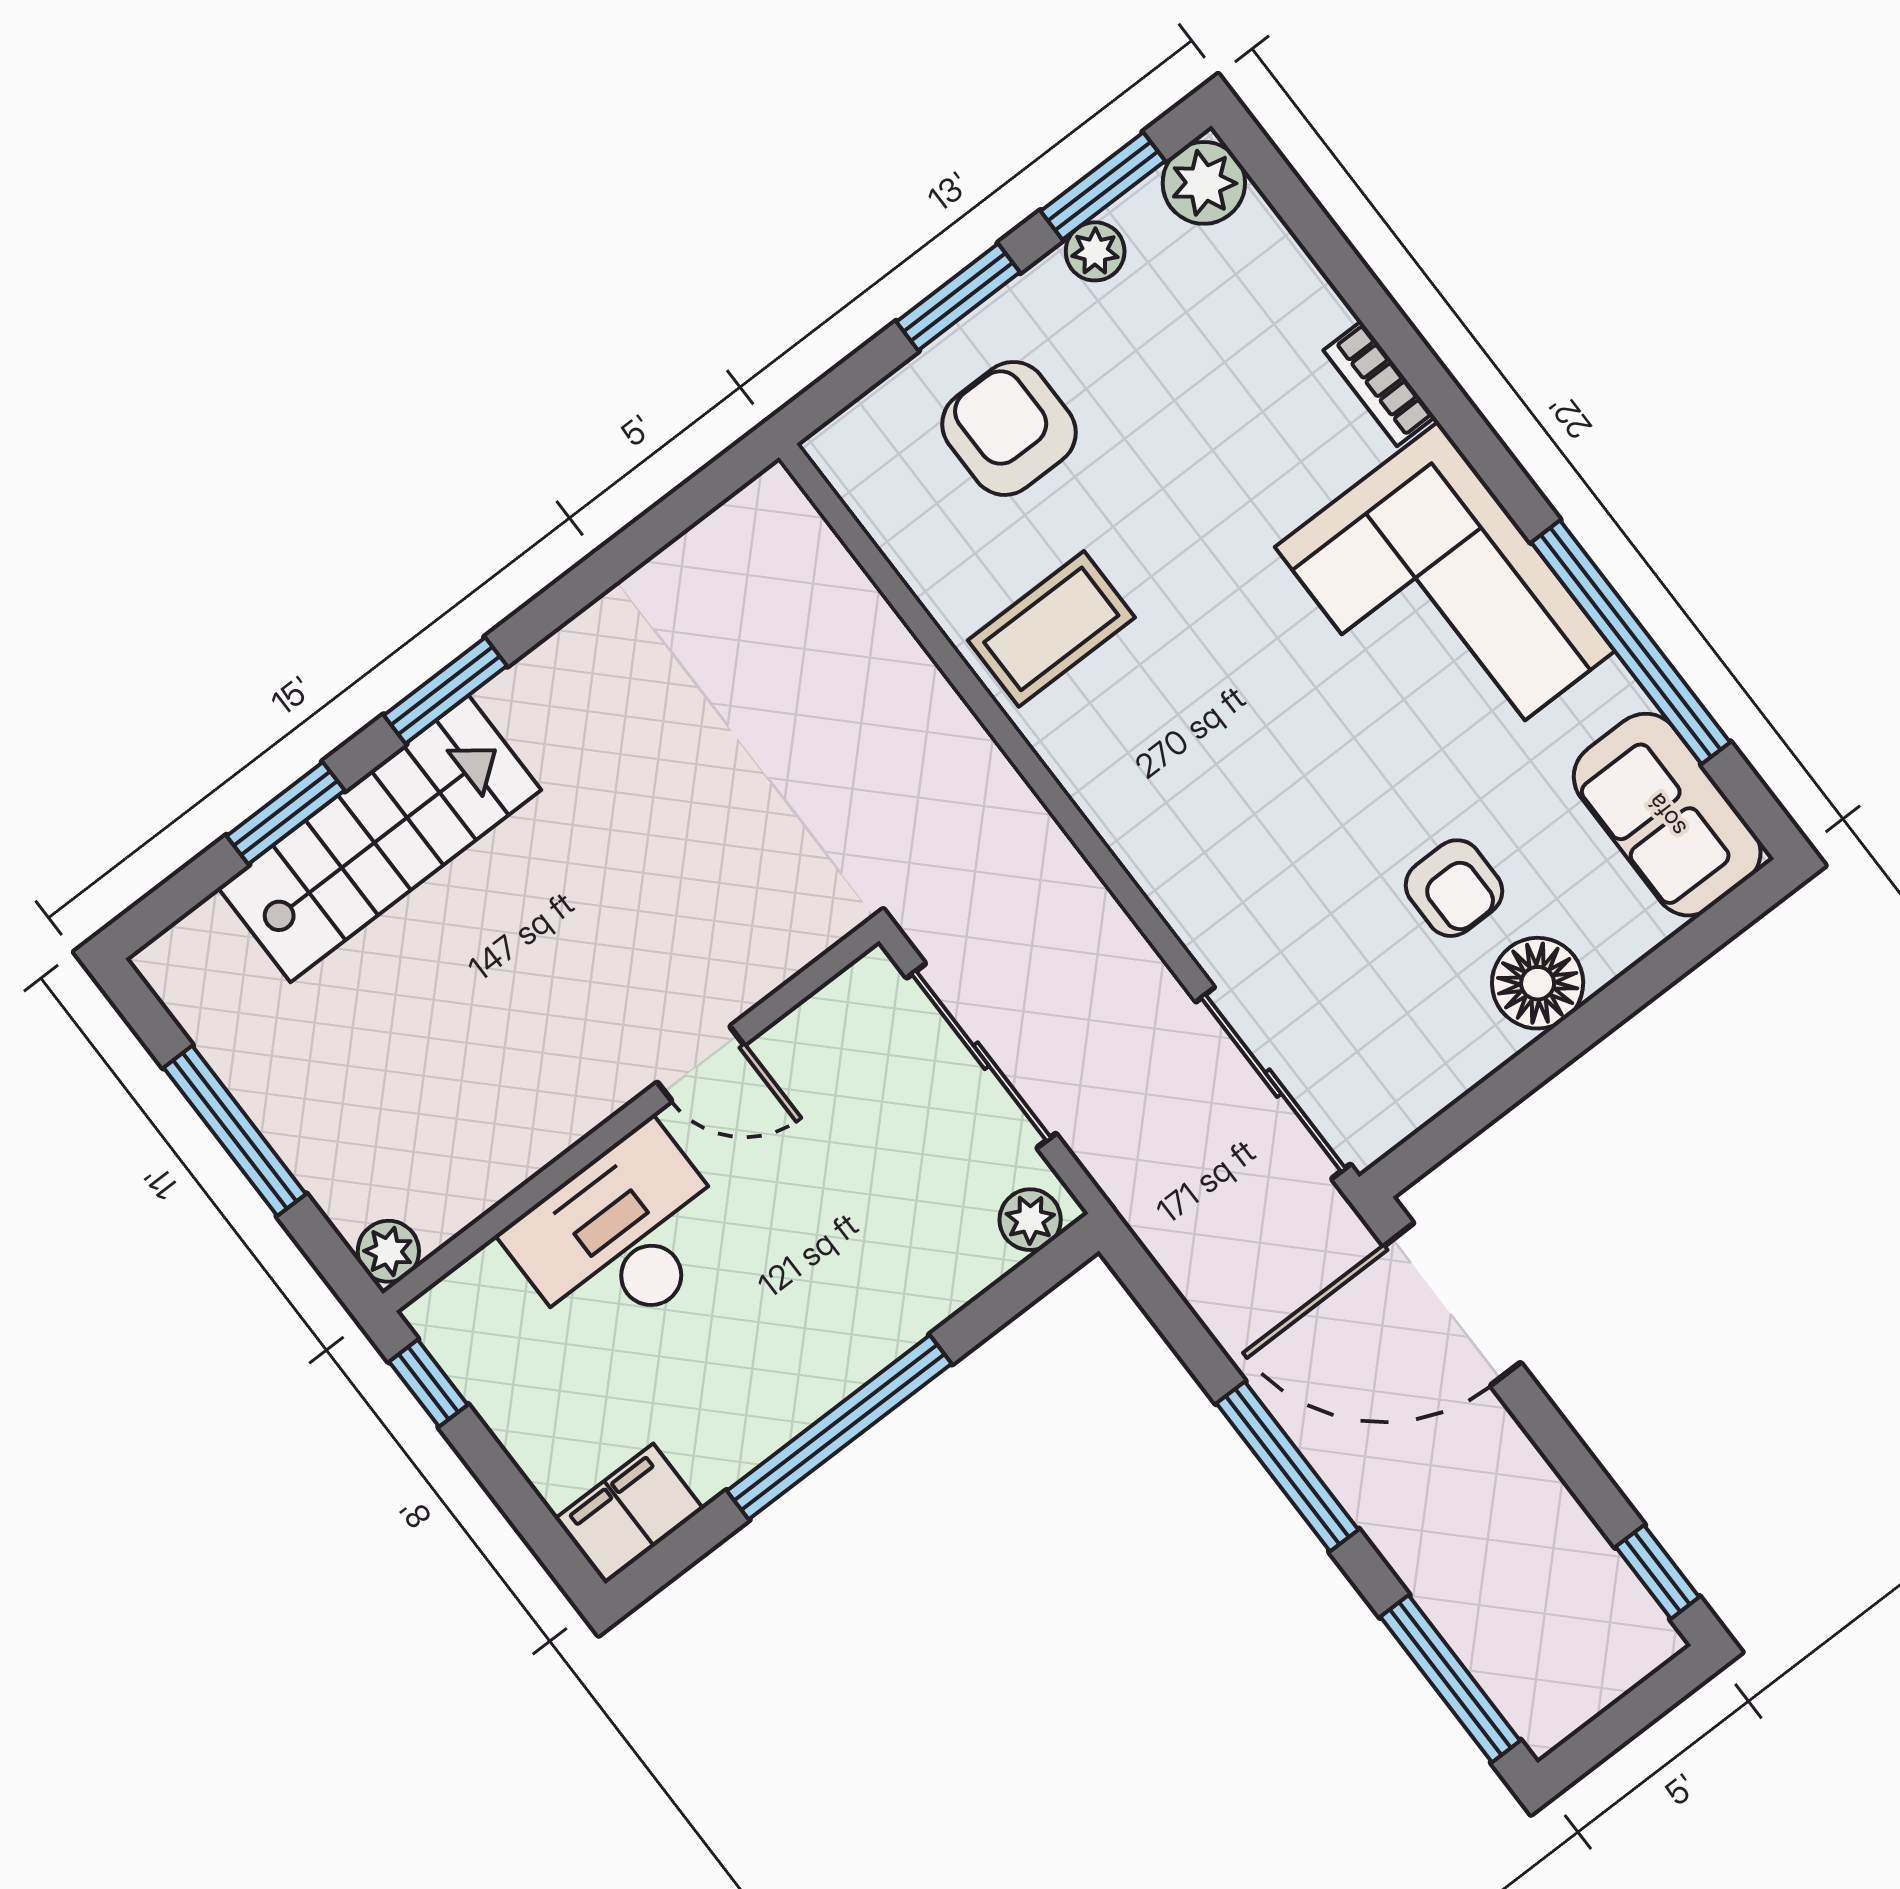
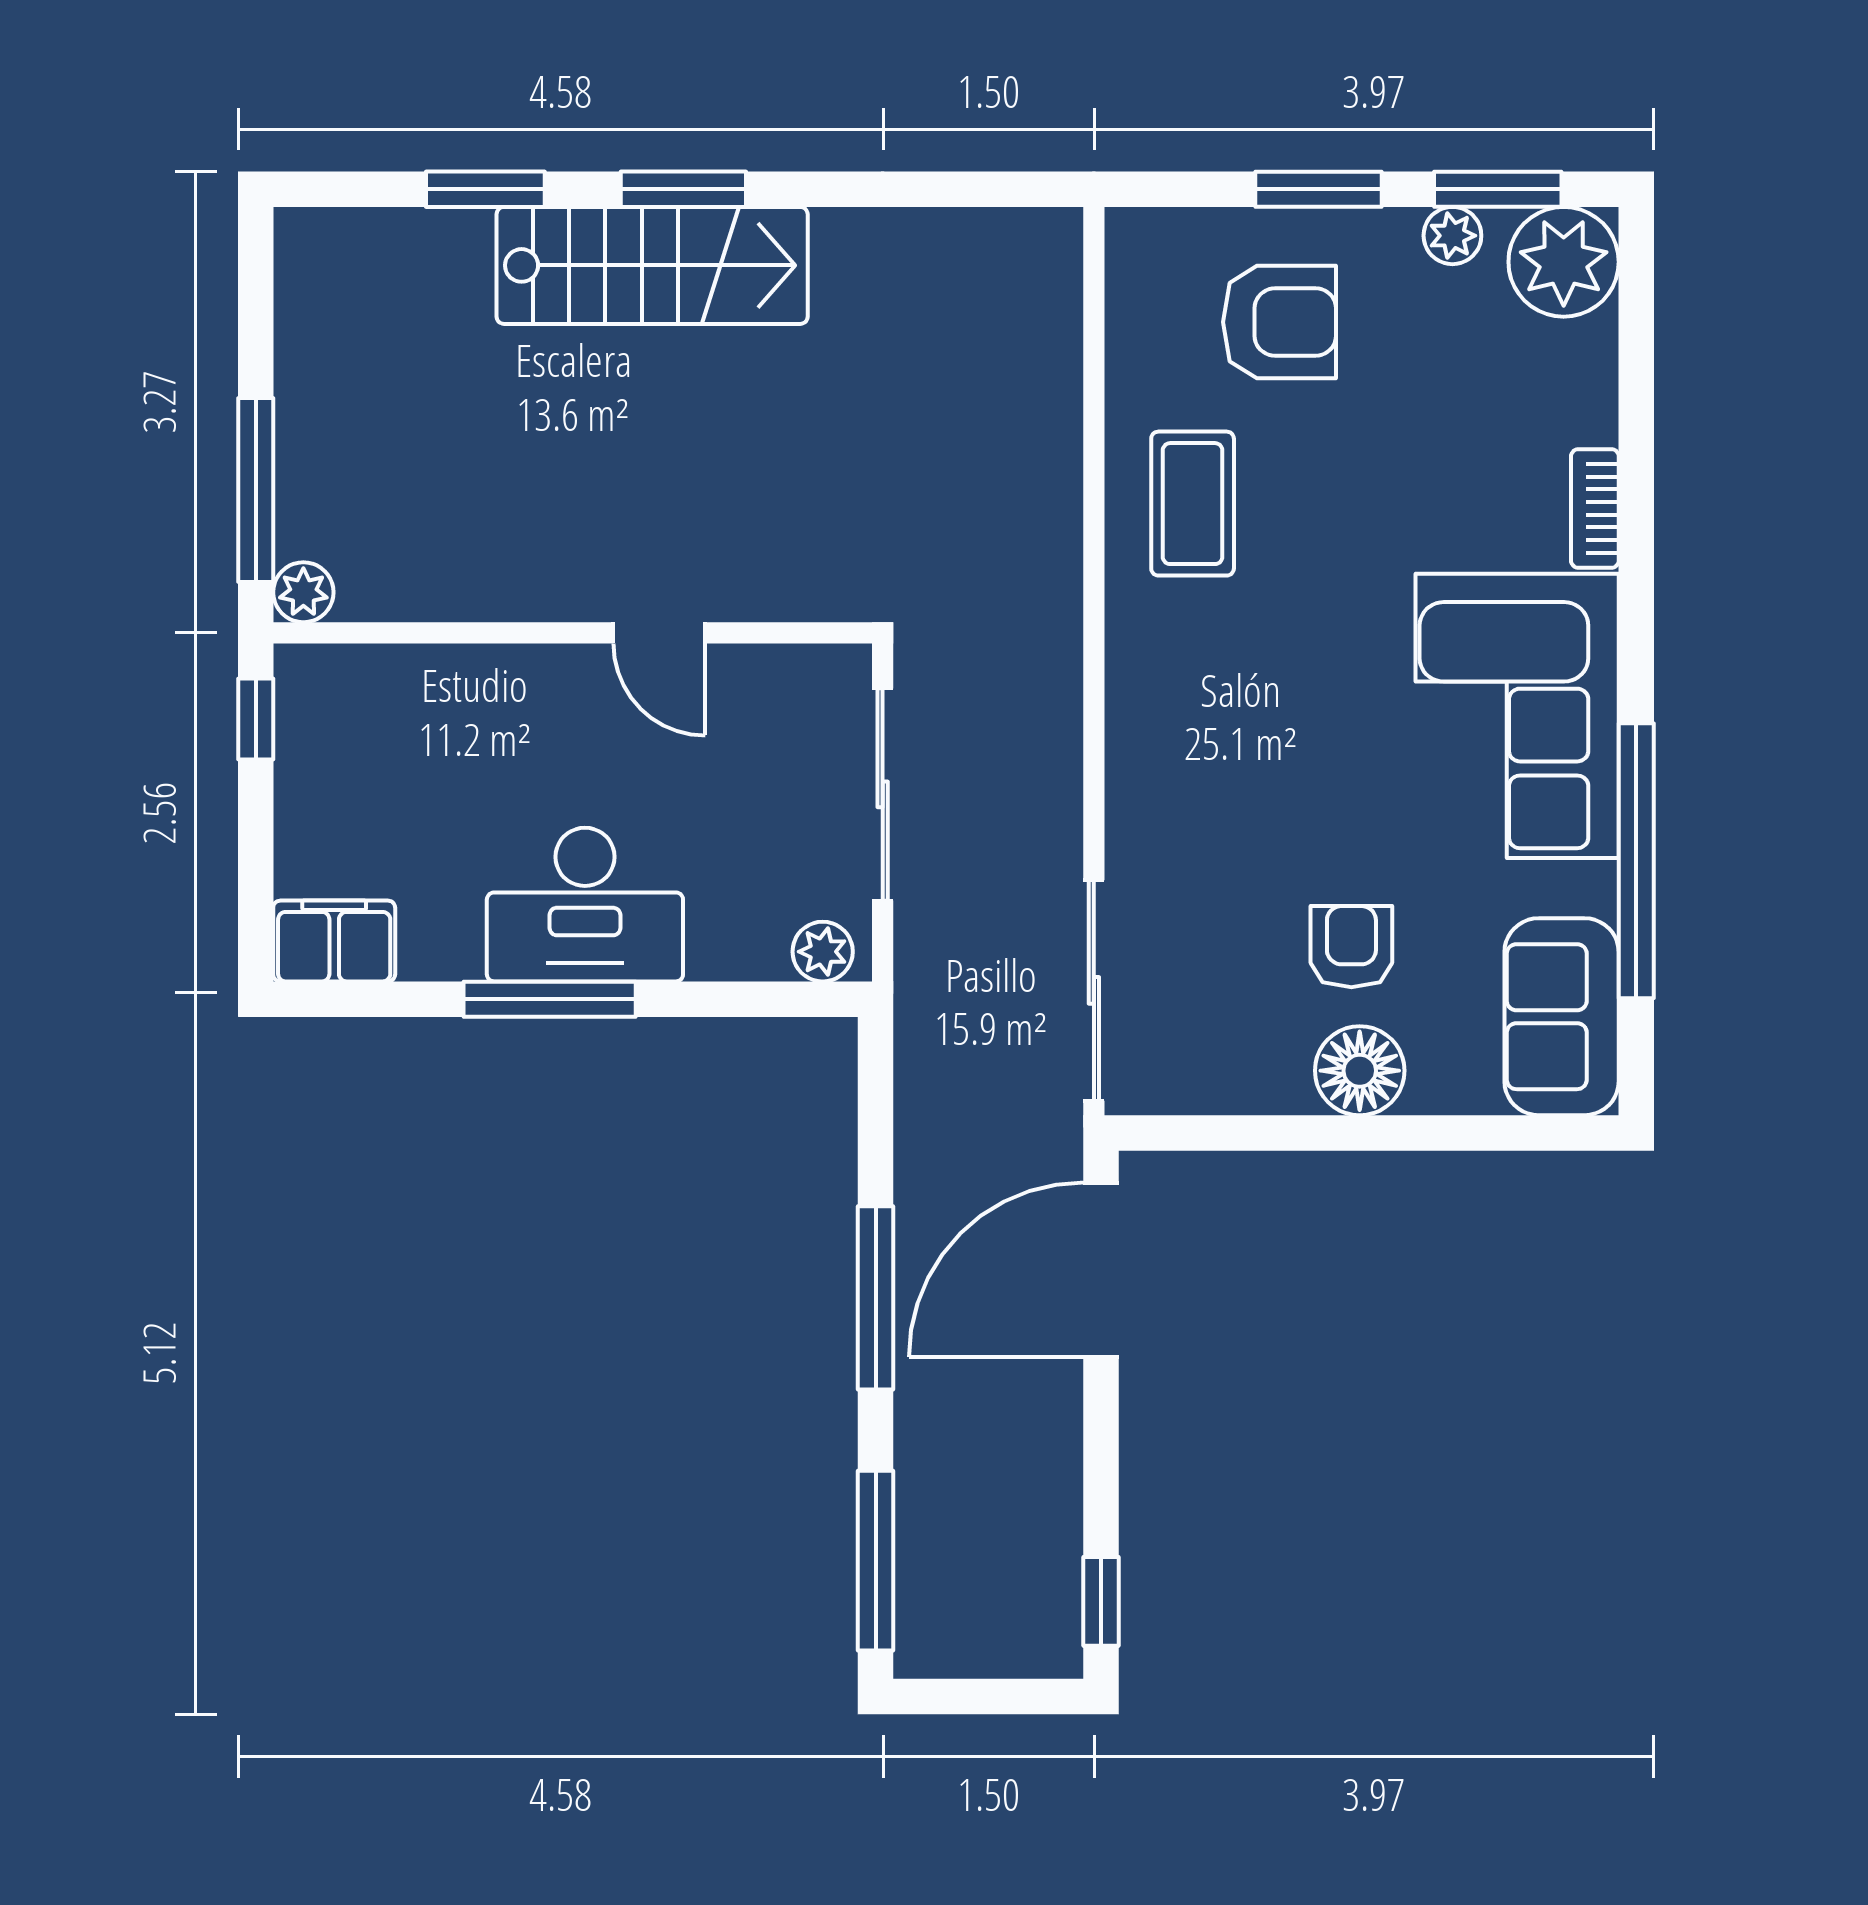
plant: (1204, 183) -> (1564, 262), width x1.36, depth x1.36
armchair: (1009, 428) -> (1279, 322), turned 90
coffee table: (1051, 629) -> (1193, 504), turned 90
stairs: (380, 839) -> (652, 265), moved
armchair: (1454, 888) -> (1351, 947), turned 180
window: (235, 1131) -> (256, 490), moved
desk: (622, 1237) -> (585, 905), moved, turned 180
door: (1452, 1304) -> (1101, 1270), hinge flipped
window: (839, 1427) -> (550, 999), width x0.68

